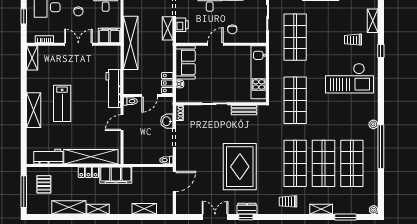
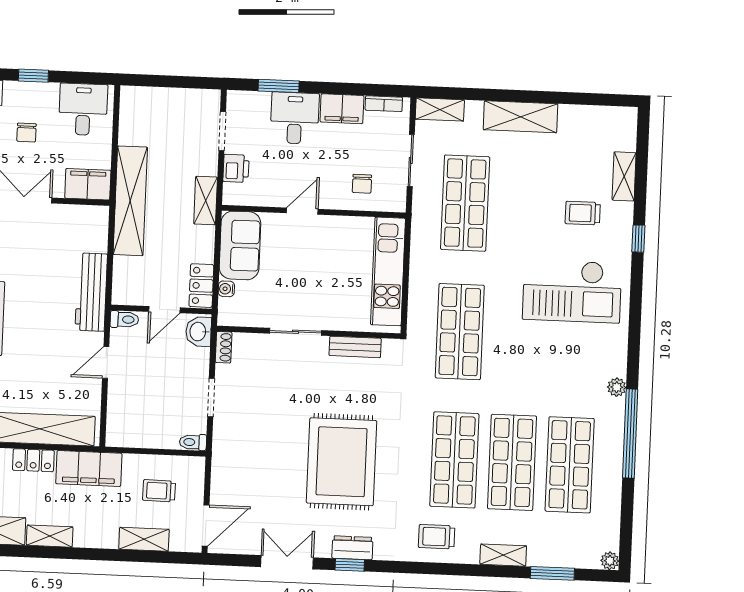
shelving: (168, 28) -> (206, 201), moved
chair: (232, 29) -> (362, 184), moved
washbasin: (167, 121) -> (199, 332), moved
door: (174, 182) -> (206, 526), moved
trolley: (151, 185) -> (159, 491), added

